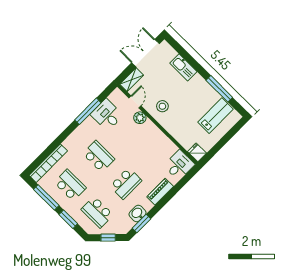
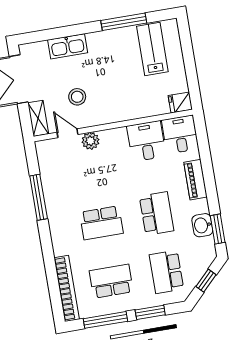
stool: (162, 106) -> (77, 97), moved
desk: (107, 115) -> (146, 141), moved, turned 90
school desk: (99, 156) -> (101, 223), turned 180
school desk: (97, 212) -> (166, 272), turned 90

